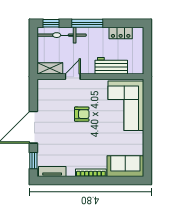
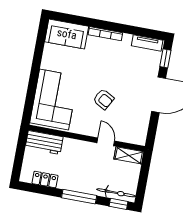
bicycle: (62, 35) -> (116, 193), width x0.73, depth x0.71
workbench: (111, 66) -> (44, 143), moved
door: (73, 77) -> (106, 142), swing flipped
armchair: (82, 114) -> (103, 99), turned -151

